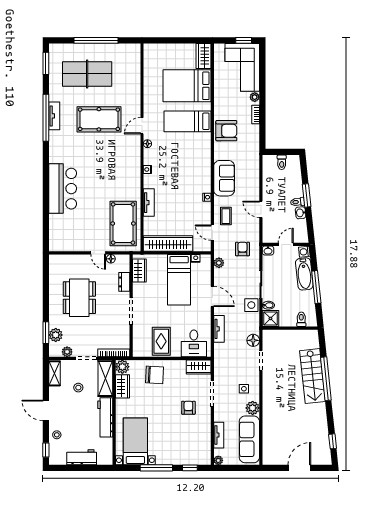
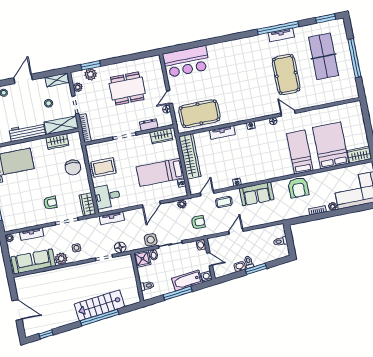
bar counter: (63, 189) -> (186, 62), moved
tv unit: (219, 329) -> (112, 218), moved
plant: (122, 367) -> (74, 138), removed

